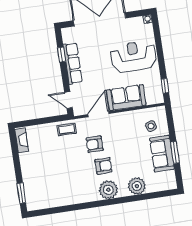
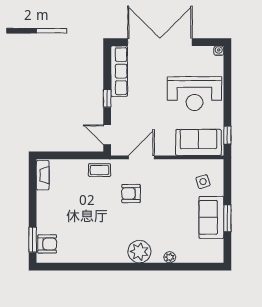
window: (62, 55) -> (107, 98), moved
reception desk: (133, 56) -> (194, 94), turned 180
row of seats: (73, 63) -> (119, 71), moved
sofa: (126, 98) -> (198, 142), moved
armchair: (103, 166) -> (47, 244), moved
plant: (137, 186) -> (170, 257), width x0.53, depth x0.53

